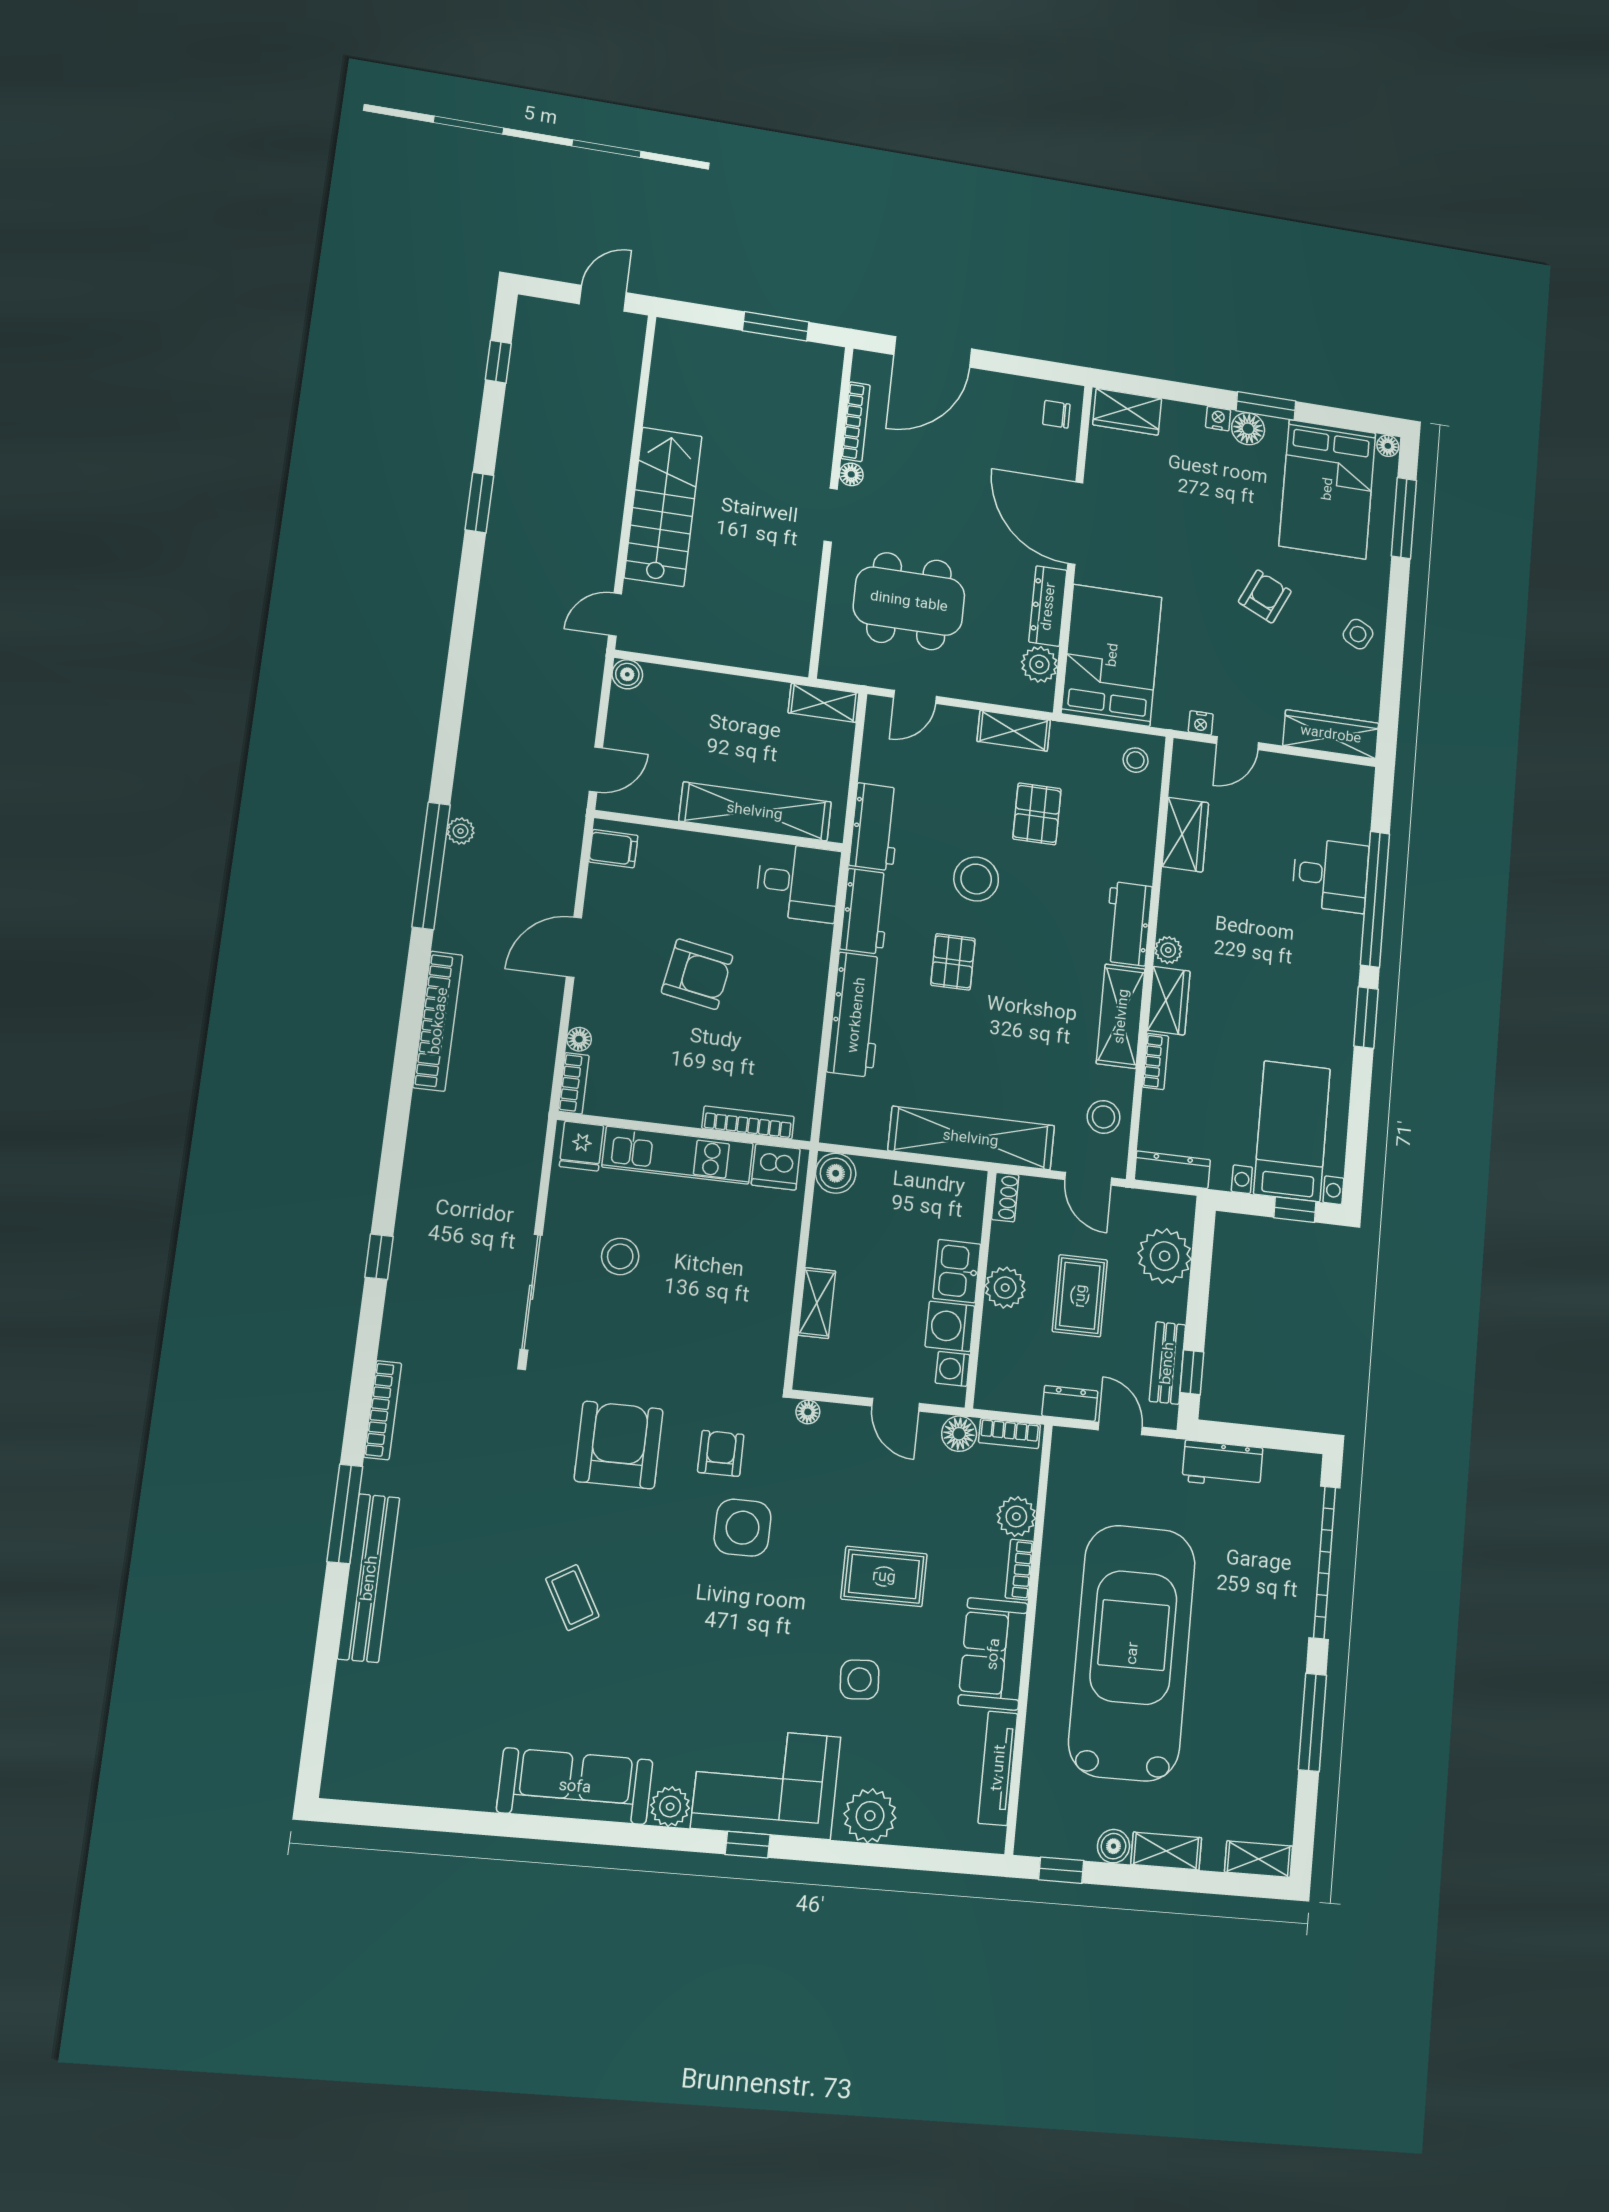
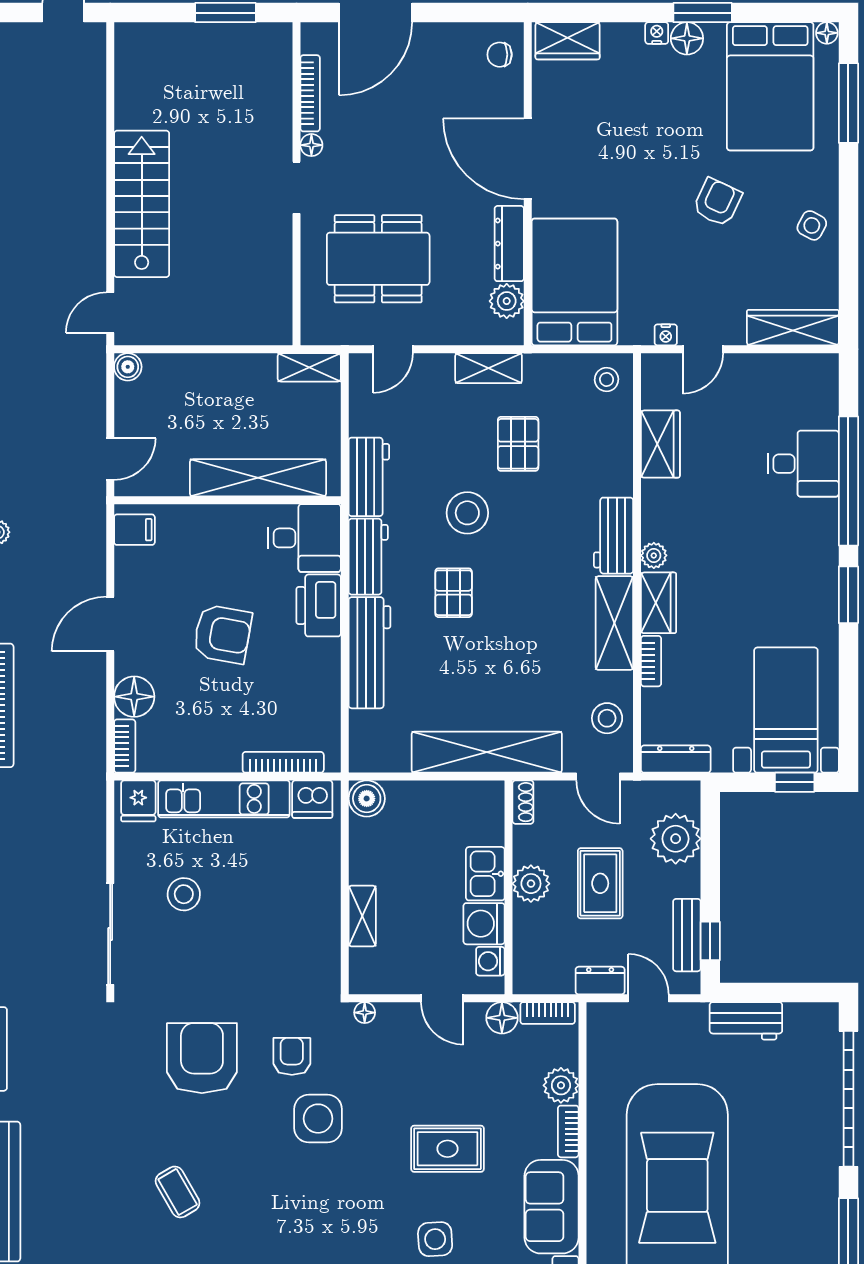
printer: (806, 957) -> (319, 605), added
floor lamp: (579, 1039) -> (134, 697), width x1.89, depth x1.89

